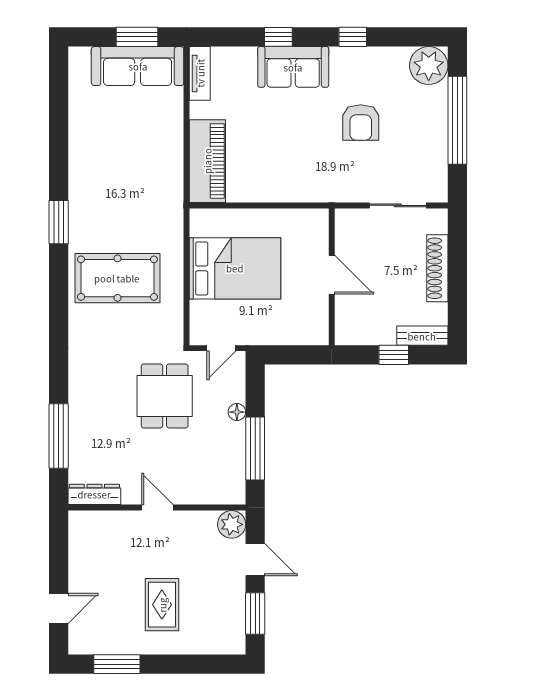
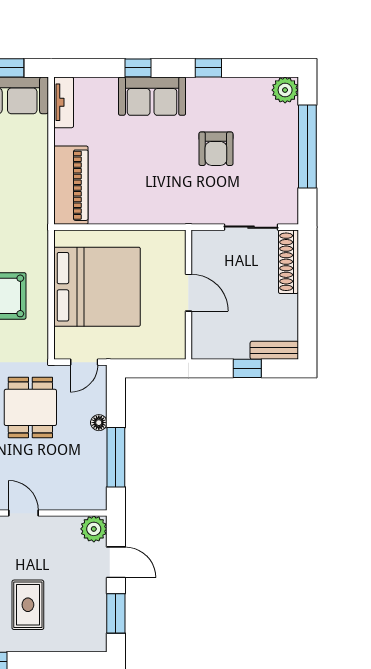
plant: (429, 66) -> (285, 90), width x0.73, depth x0.73
bed: (235, 268) -> (97, 287), width x1.36
shoe rack: (437, 268) -> (288, 262), moved

